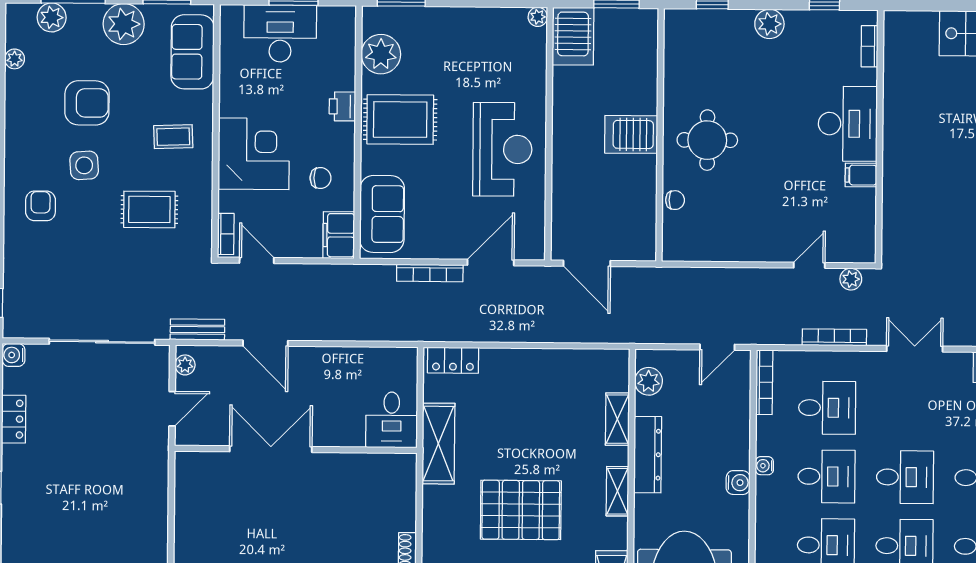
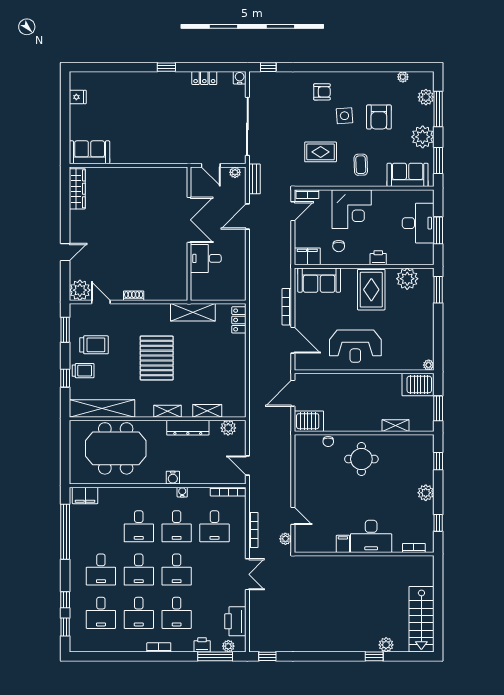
shelving: (647, 78) -> (396, 426), added
server rack: (631, 134) -> (309, 421), moved, turned 90
rug: (149, 209) -> (321, 152), turned 90
desk: (392, 420) -> (206, 258), moved

